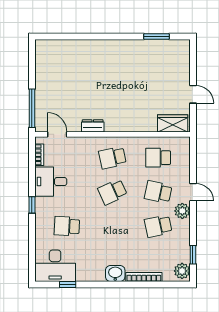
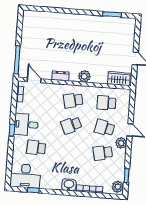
plant: (125, 124) -> (84, 76), added
desk: (51, 182) -> (26, 125), moved

